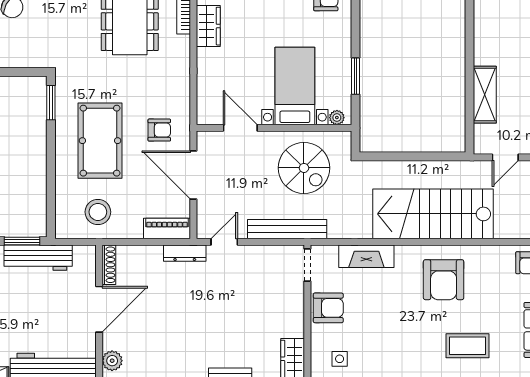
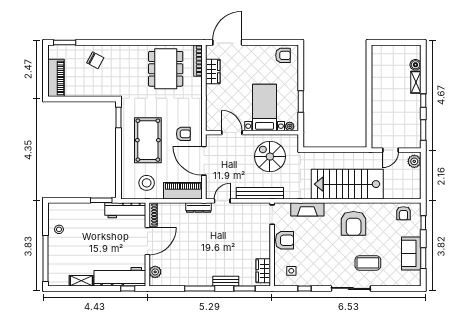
shelving: (485, 95) -> (378, 113), removed
spiral stairs: (304, 168) -> (270, 157), turned 180
piano: (167, 229) -> (183, 191), width x1.37, depth x1.33
workbench: (38, 258) -> (125, 210), moved

